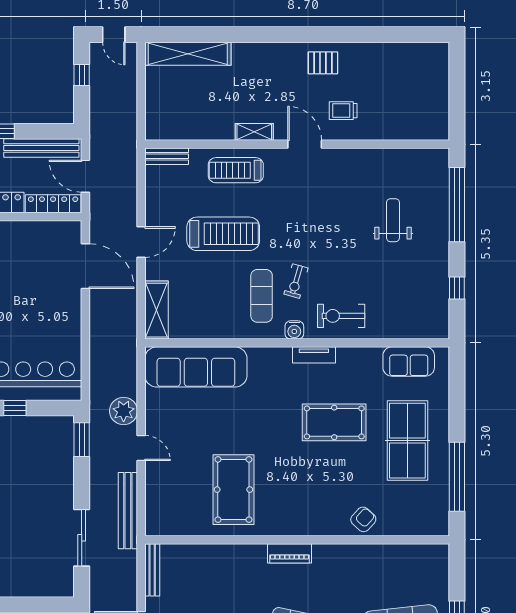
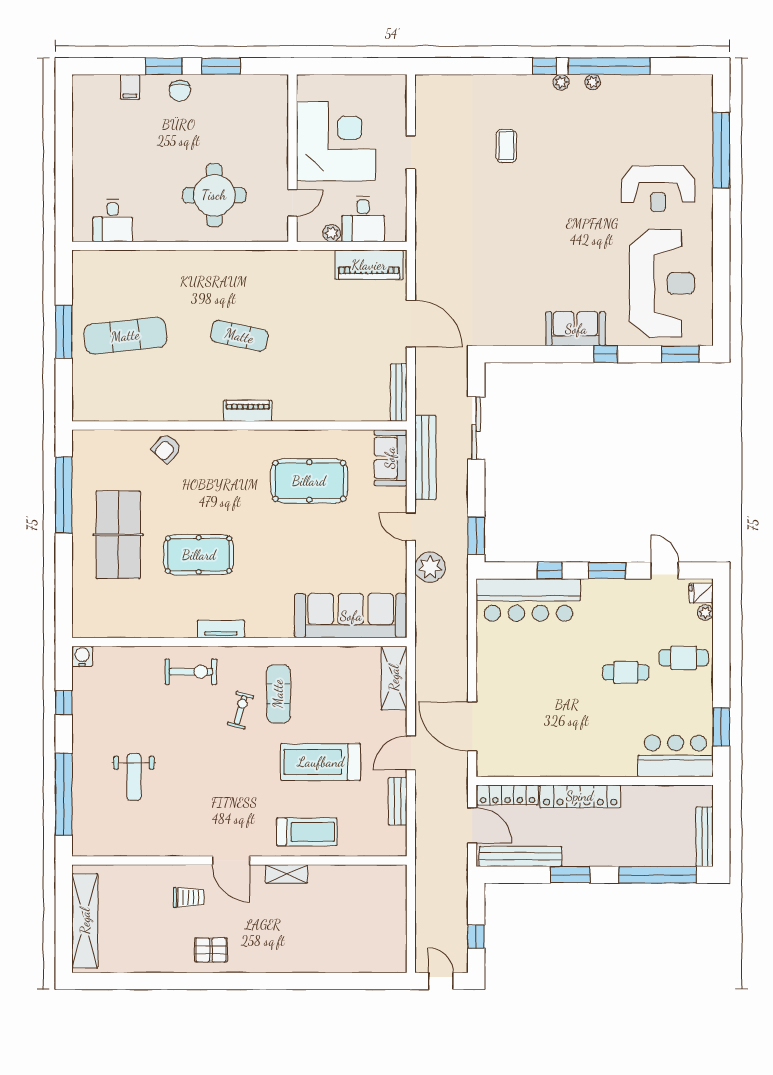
shelving: (188, 54) -> (85, 921), moved, turned 90
bench: (167, 156) -> (398, 801), moved, turned 90
water cooler: (294, 330) -> (82, 656), moved
sofa: (409, 361) -> (390, 458), moved, turned -90
pool table: (233, 490) -> (309, 481), turned 90

